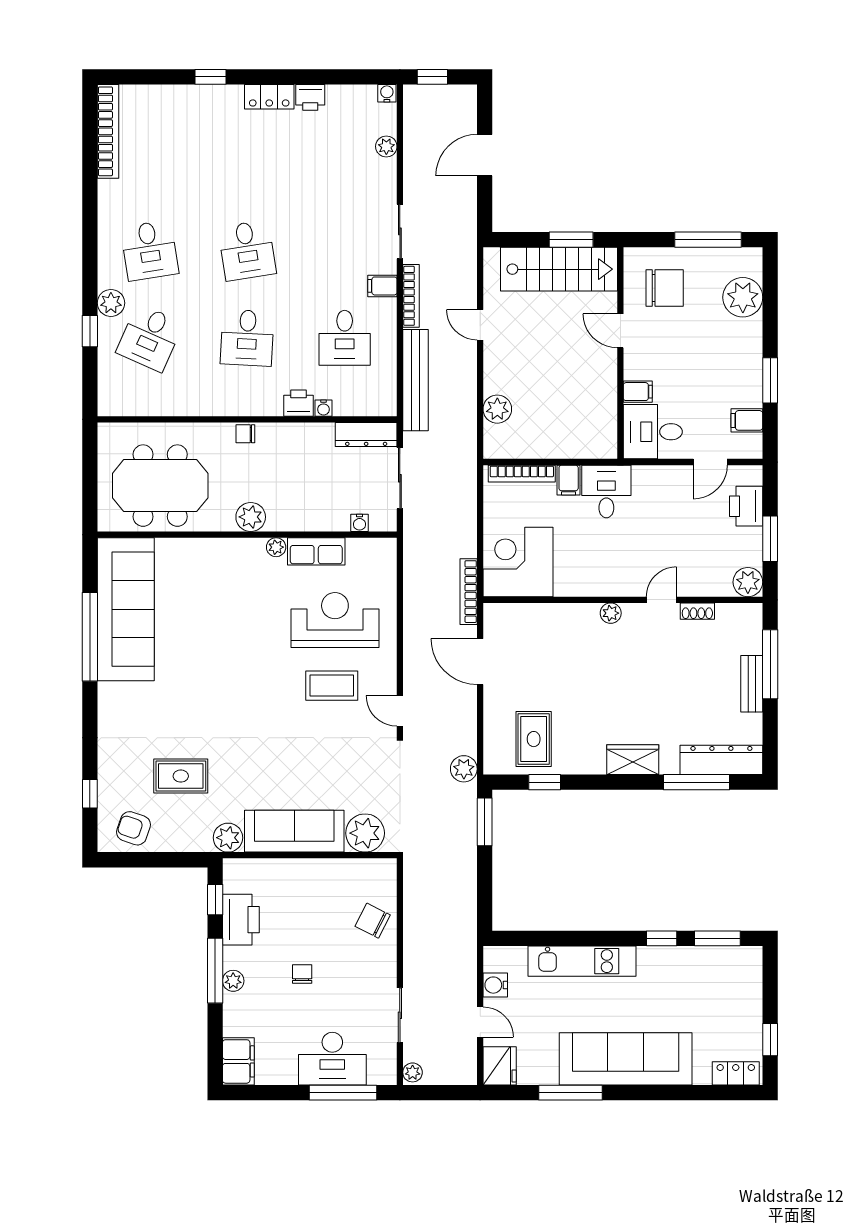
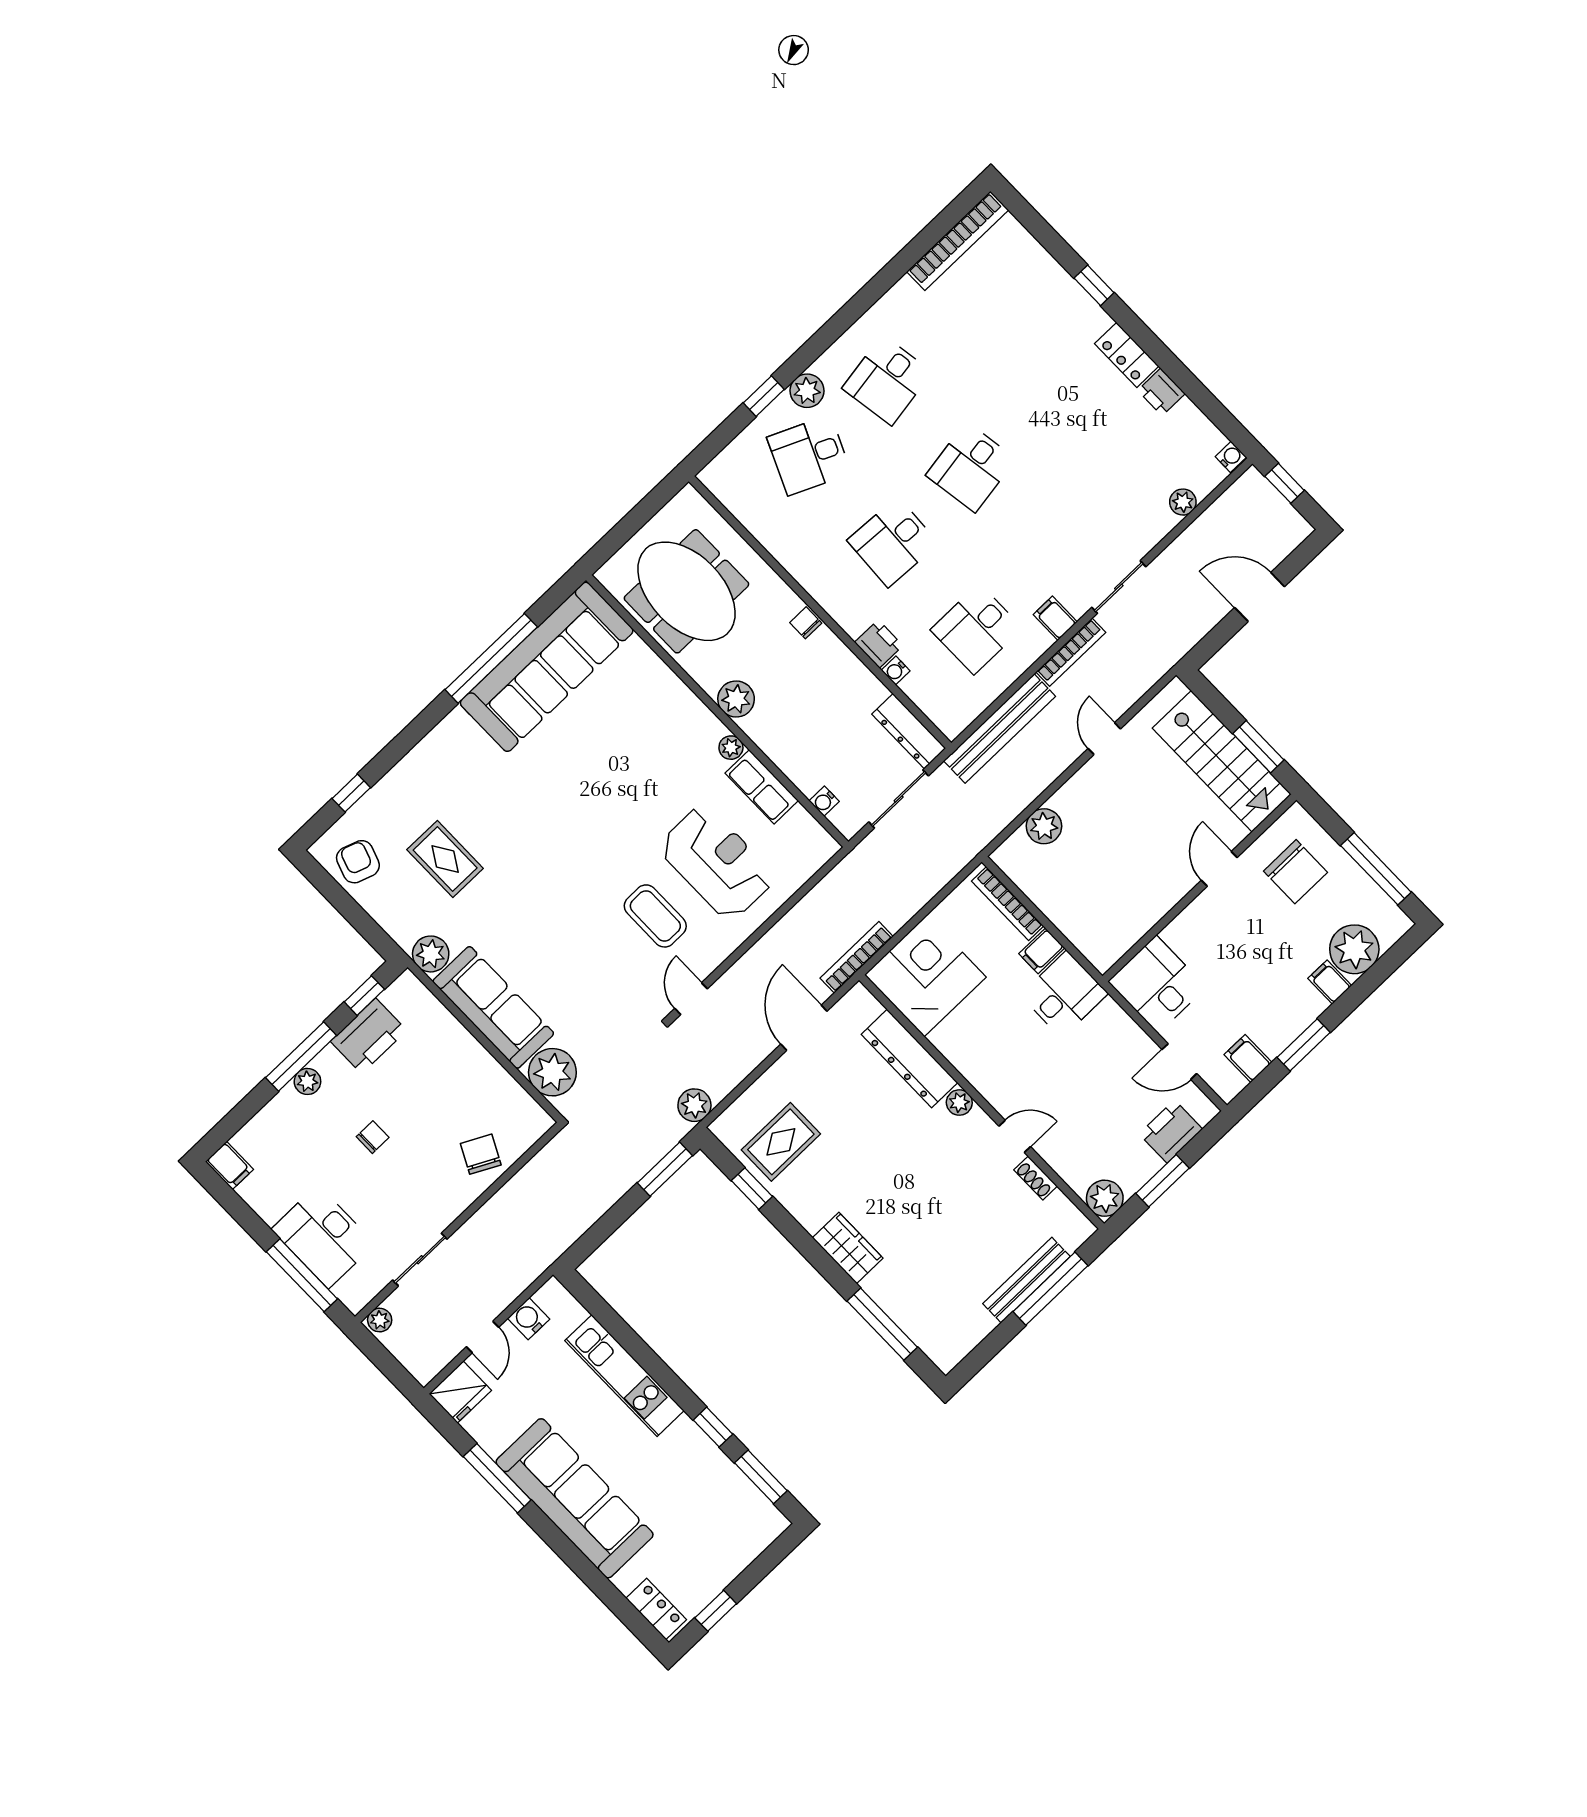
filing cabinet: (638, 392) -> (1330, 982), moved, turned 180
bench: (752, 684) -> (1027, 1280), width x1.36
dresser: (721, 760) -> (909, 1058), moved, turned 180
filing cabinet: (238, 1061) -> (229, 1165), width x0.50

